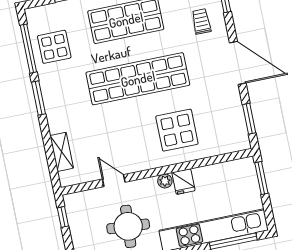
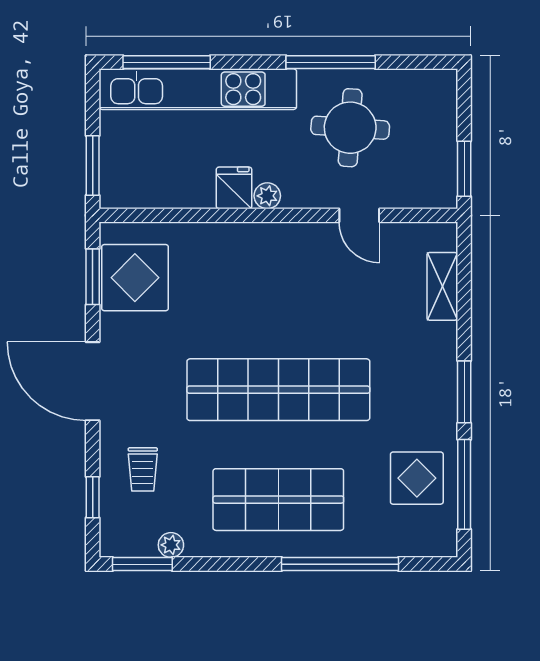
display table: (177, 130) -> (135, 278), moved
window: (63, 217) -> (464, 169), width x1.50

